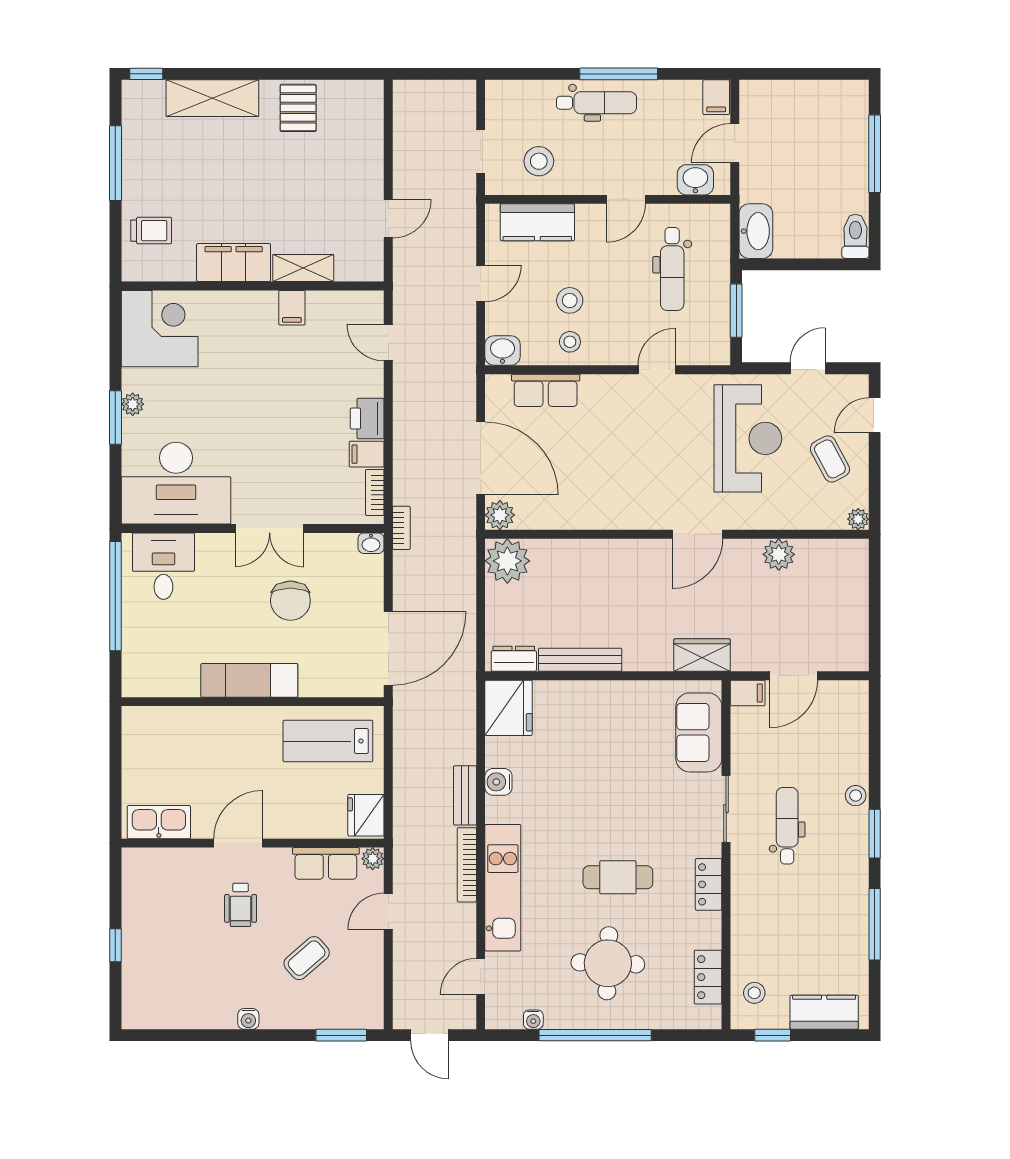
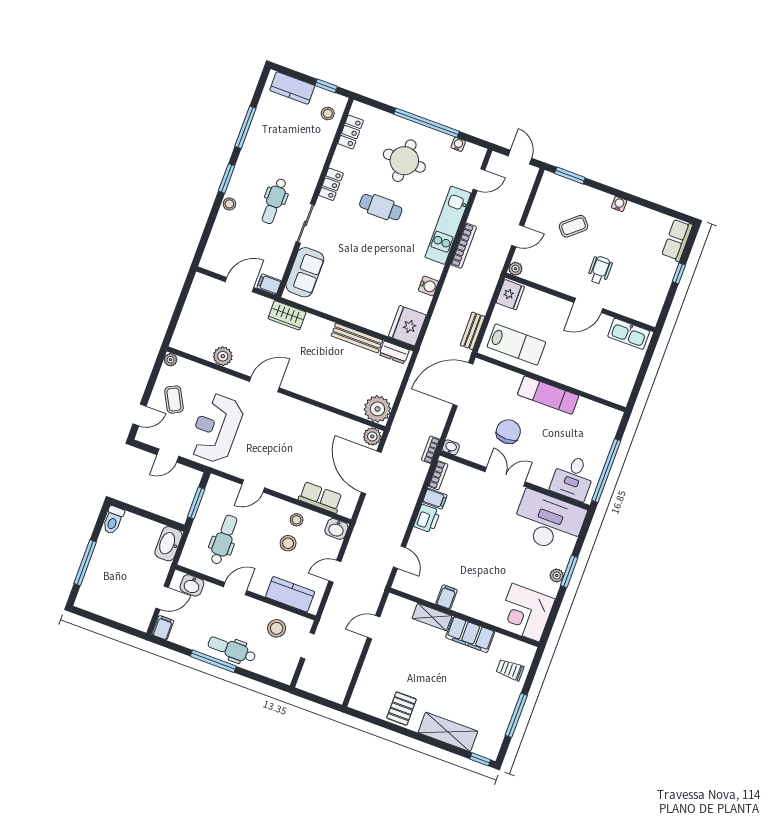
bench: (465, 795) -> (473, 331), moved
row of seats: (326, 863) -> (677, 240), moved, turned -90

